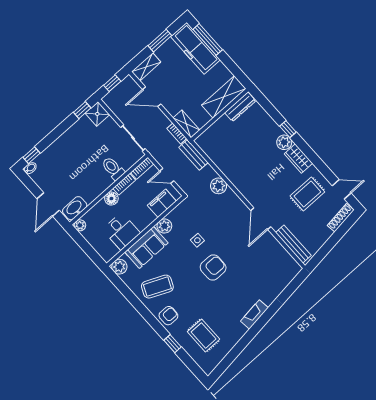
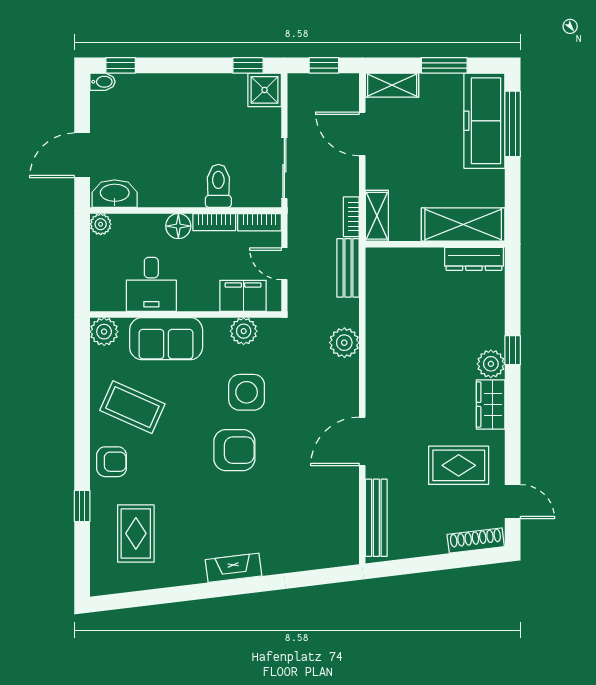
plant: (164, 226) -> (244, 331), moved
side table: (197, 240) -> (247, 392), width x1.87, depth x1.87

